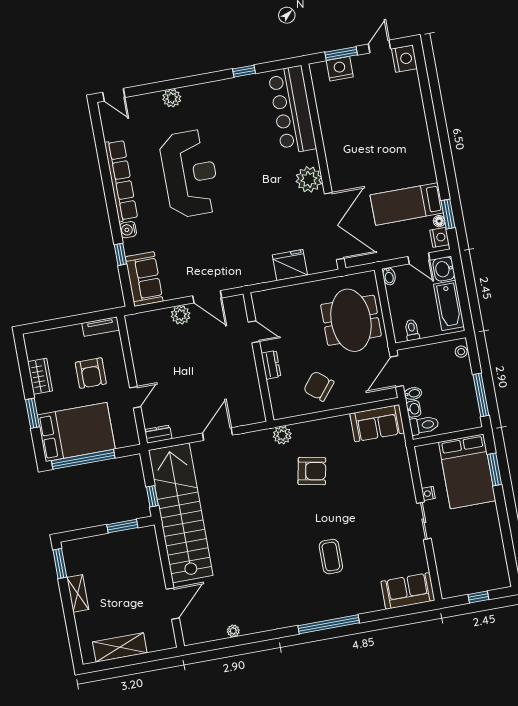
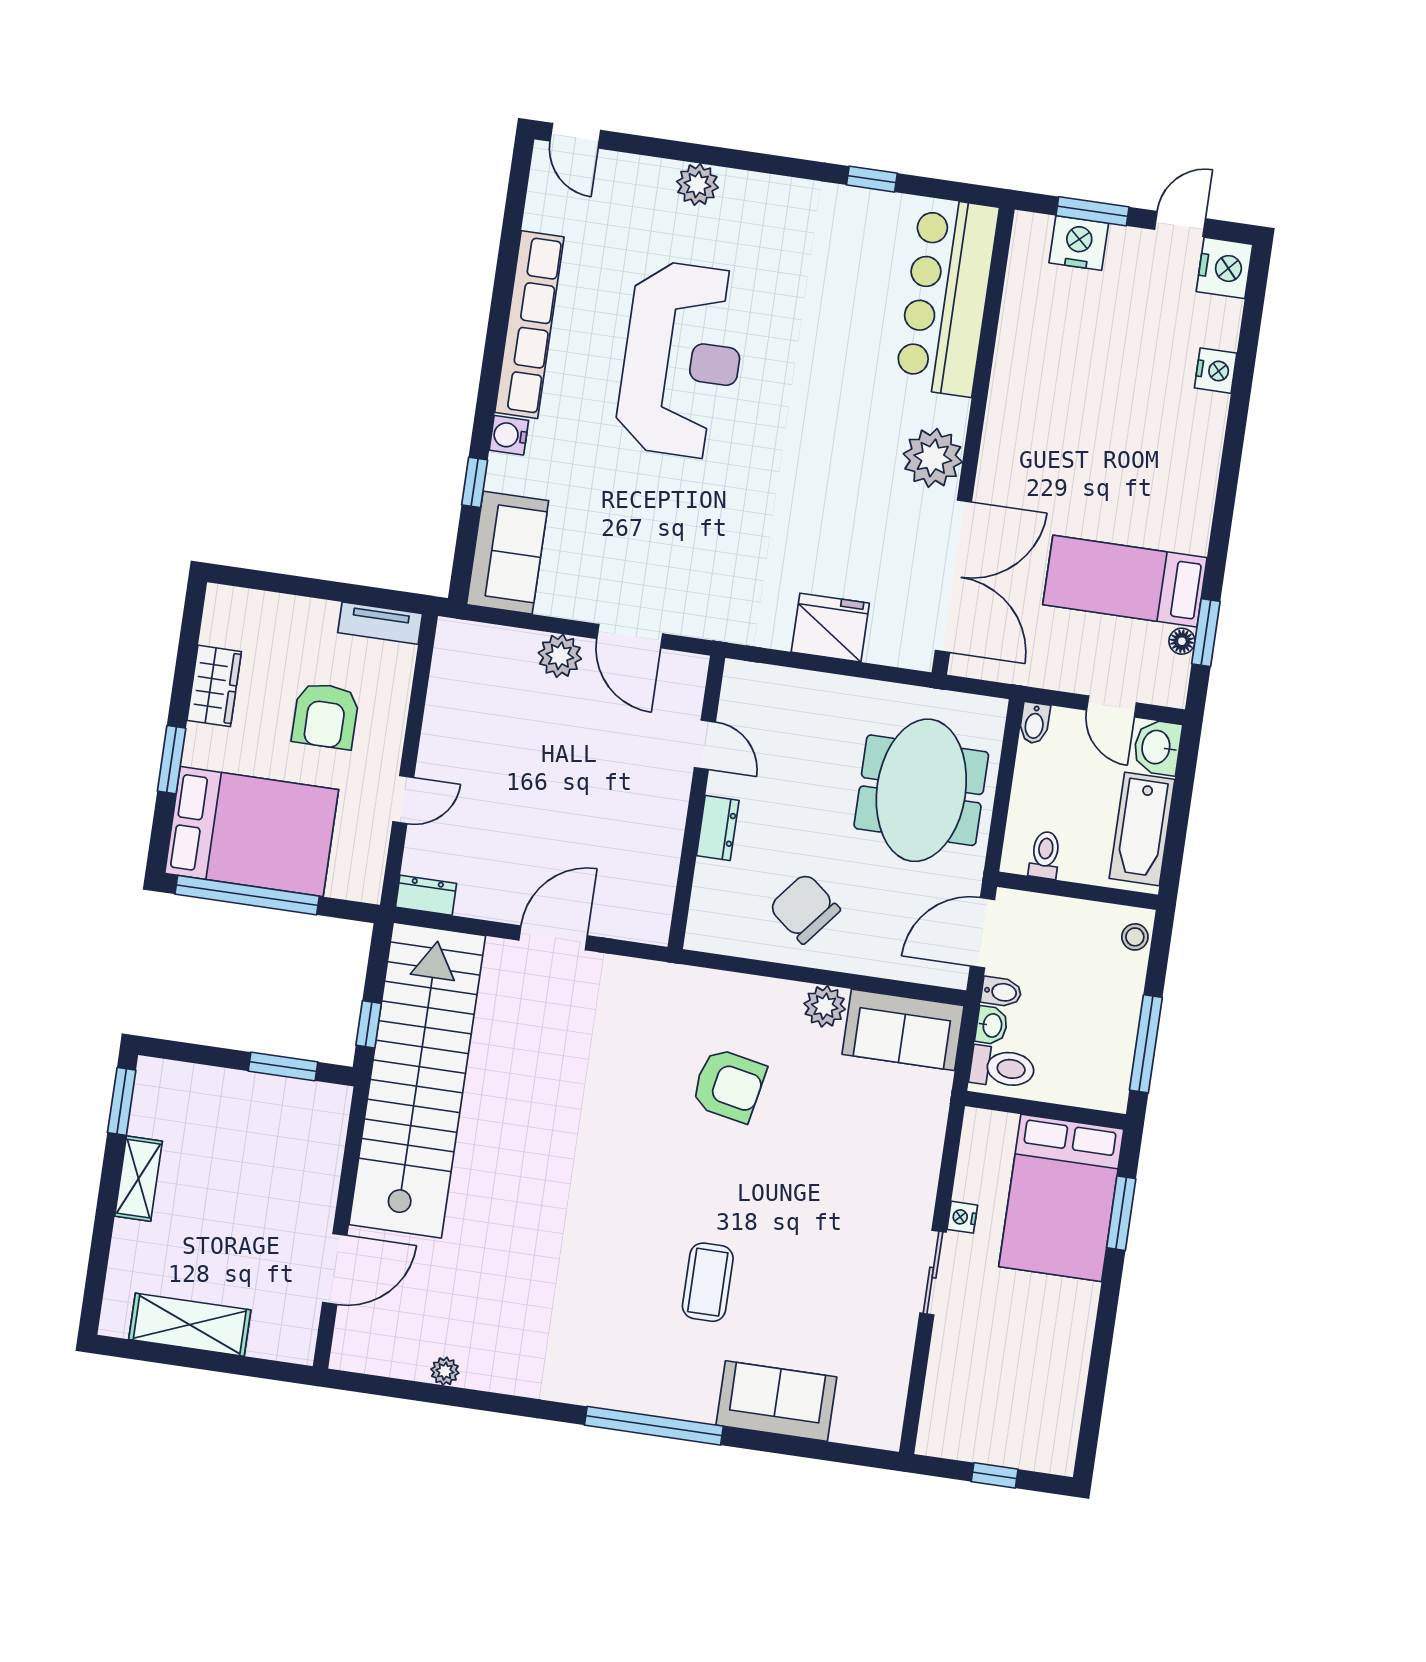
nightstand: (440, 237) -> (1216, 371), moved
plant: (282, 435) -> (825, 1006), moved
sofa: (408, 591) -> (776, 1401), moved

